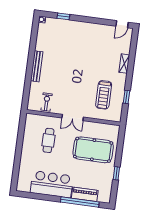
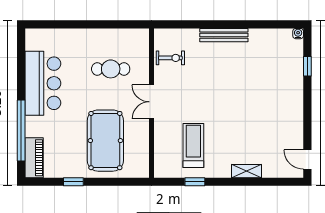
treadmill: (104, 95) -> (193, 146), turned 90
piano: (85, 194) -> (34, 158), moved

